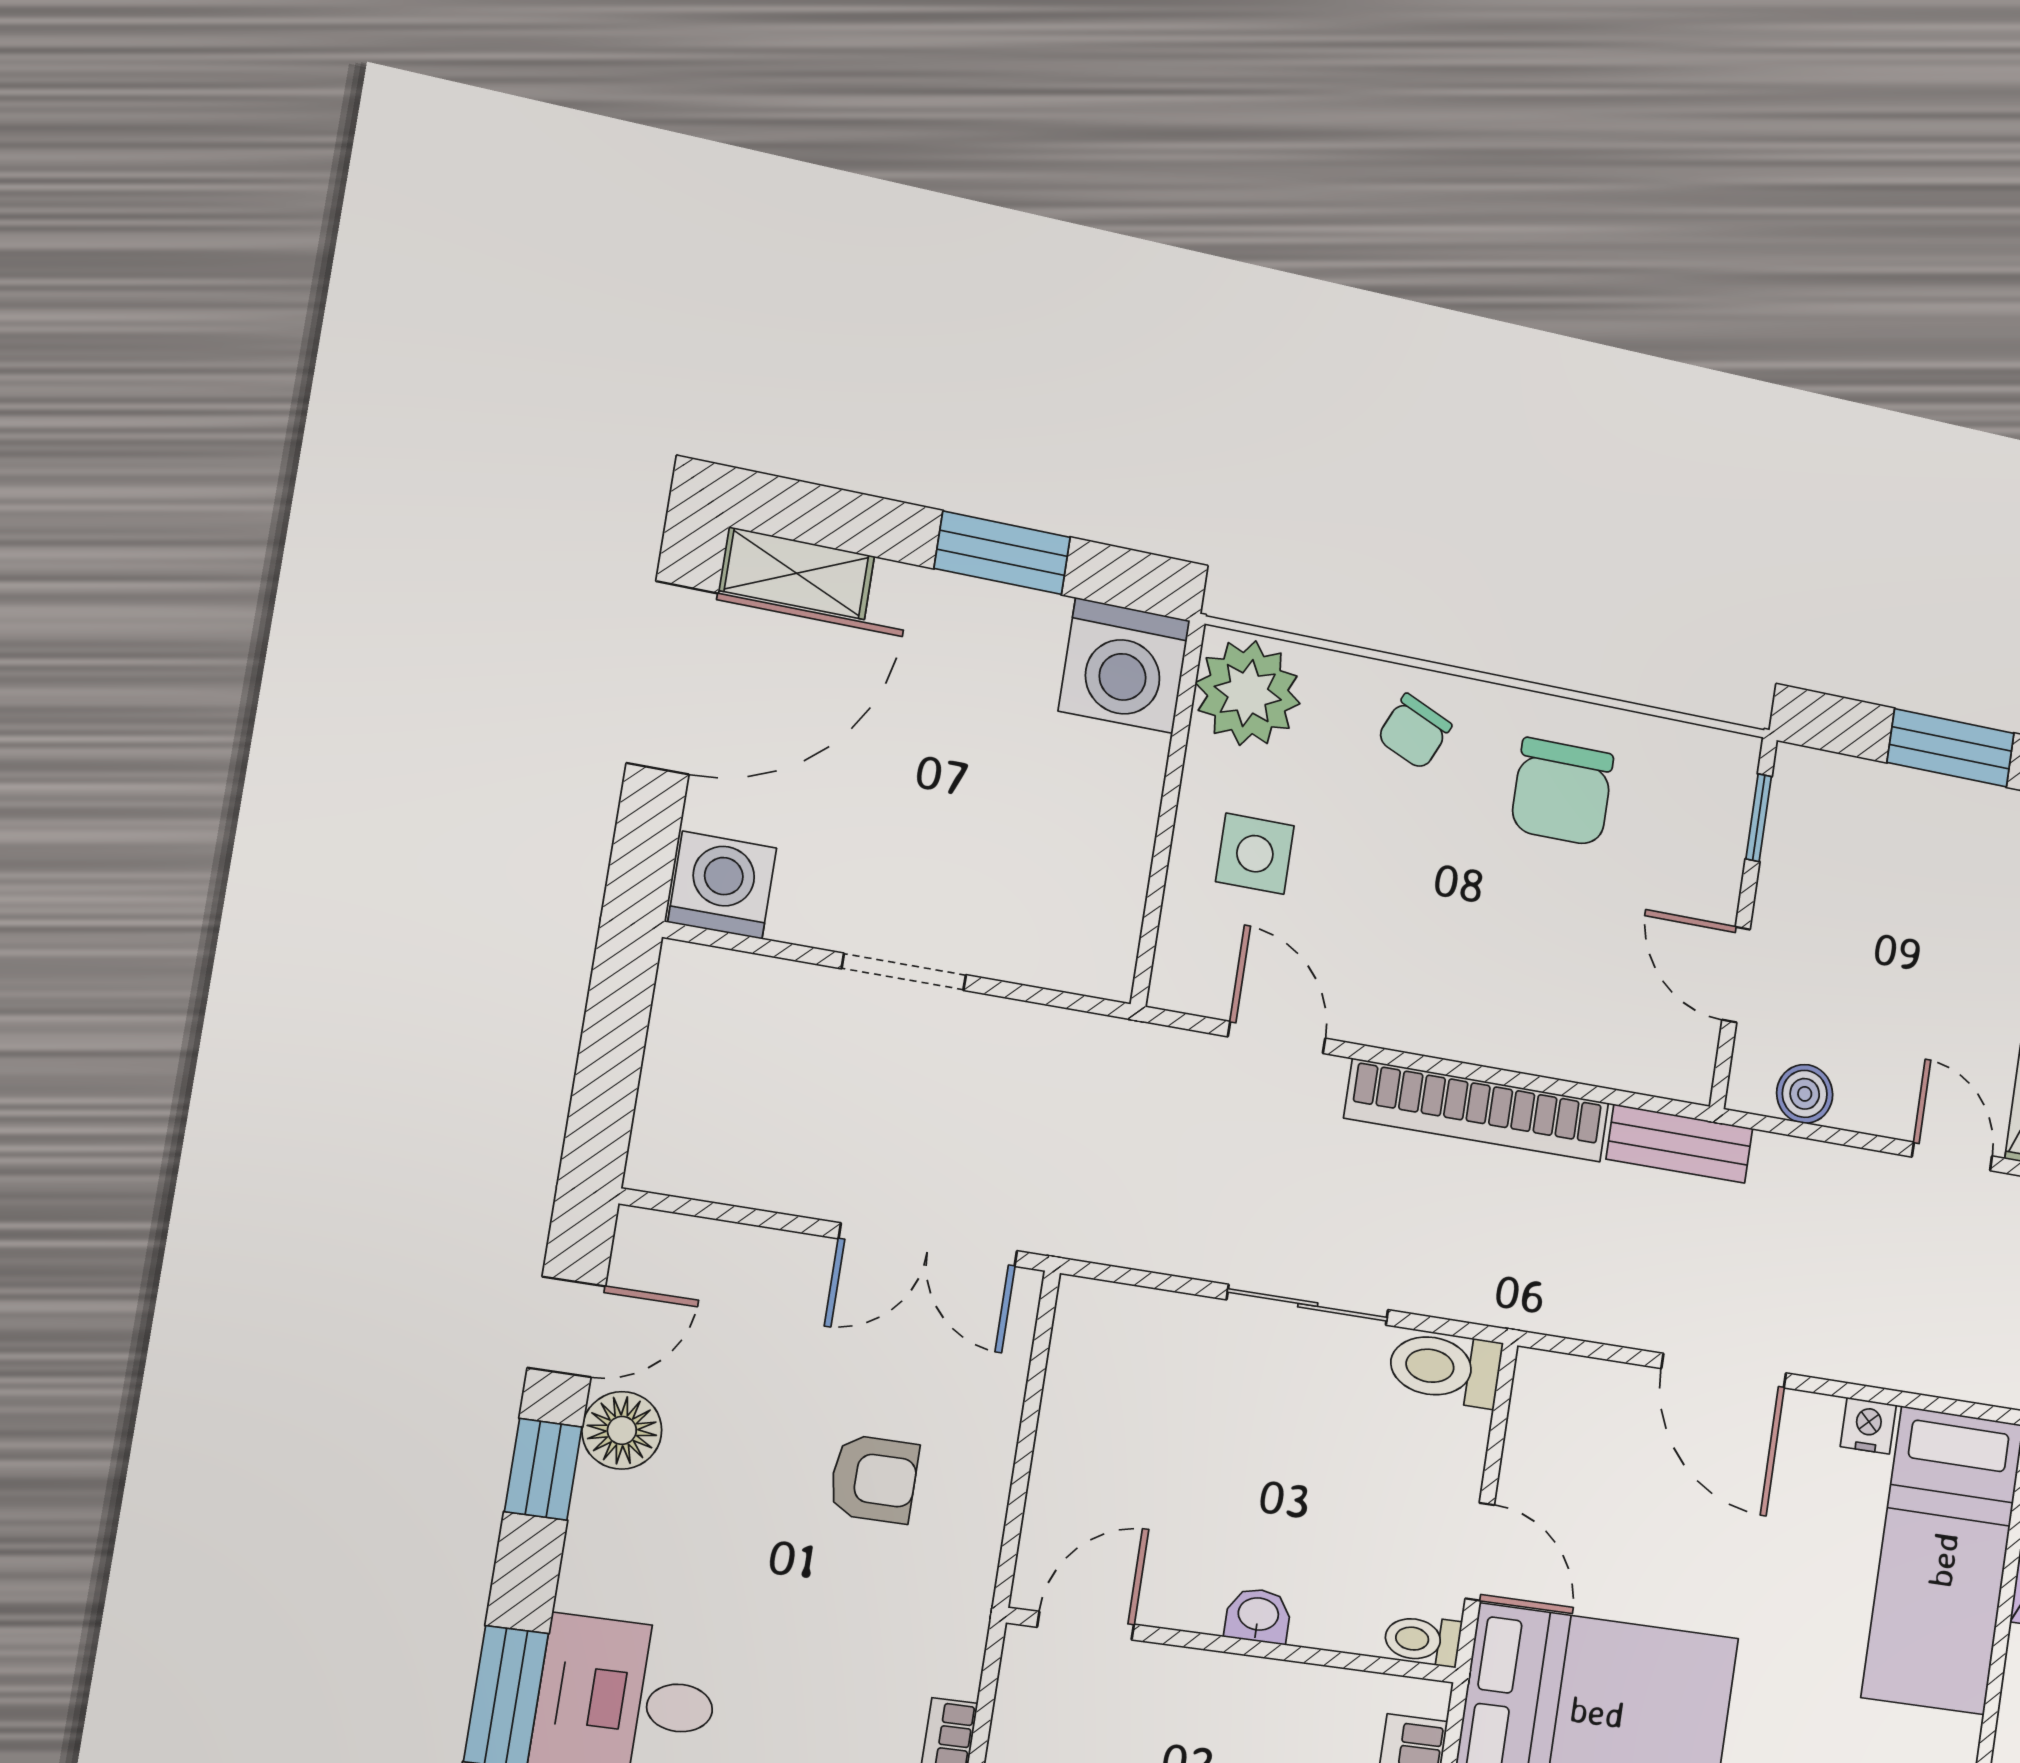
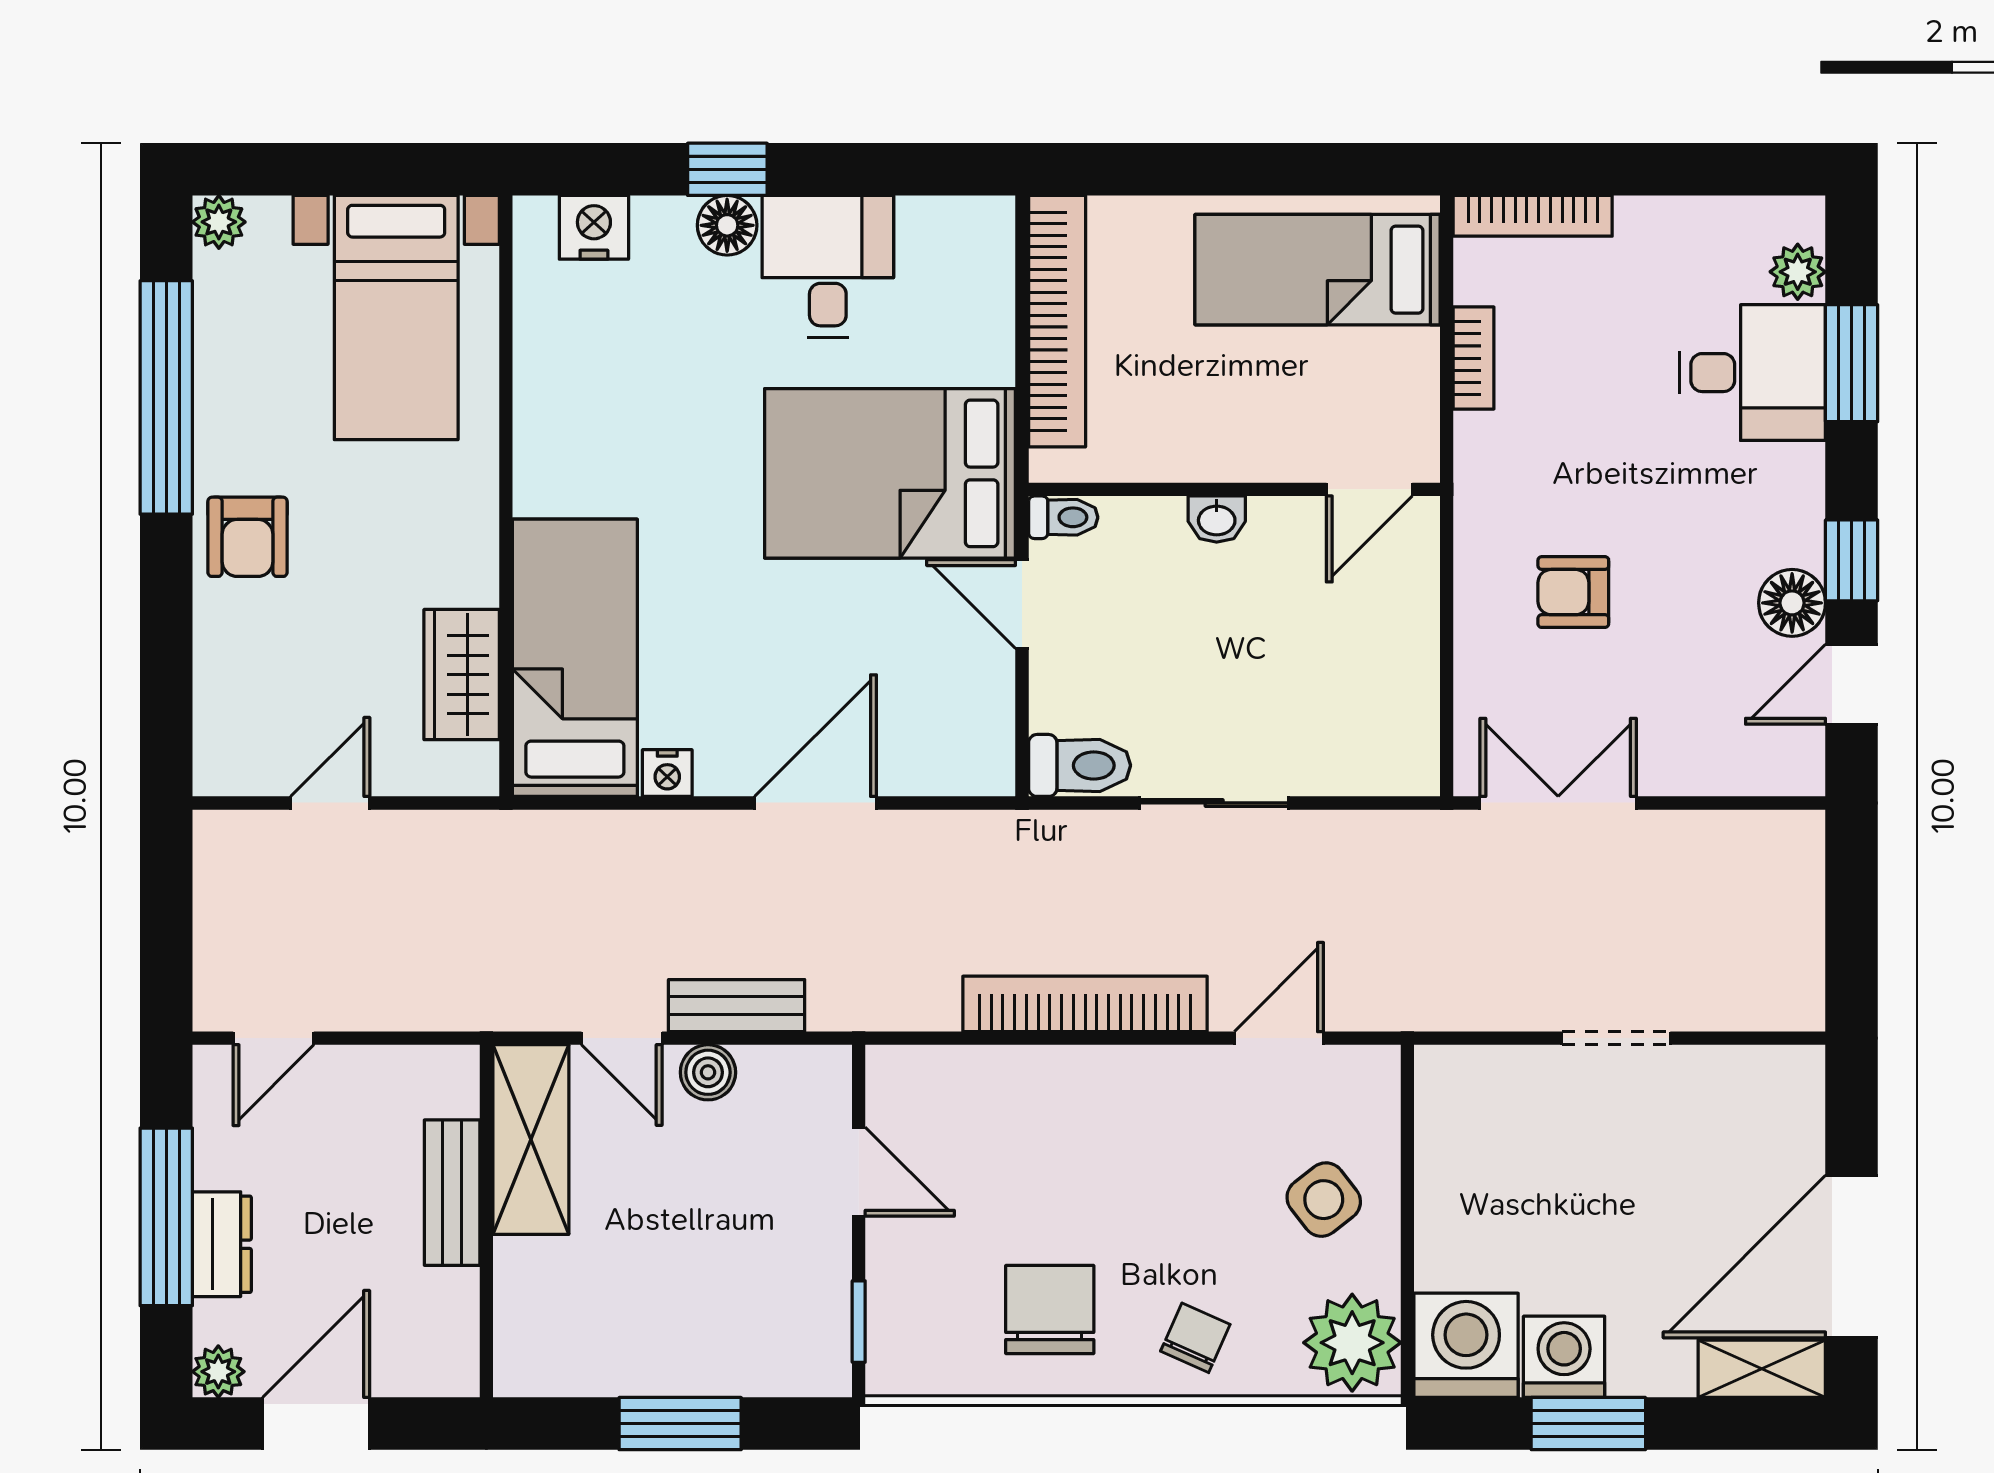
side table: (1255, 854) -> (1324, 1200), turned -38
washing machine: (722, 885) -> (1564, 1357), moved, turned 180
door: (1277, 1037) -> (1279, 1038), swing flipped
boiler: (1805, 1094) -> (708, 1072), moved
bench: (1680, 1144) -> (737, 1006), moved
door: (1724, 1371) -> (816, 803), hinge flipped

